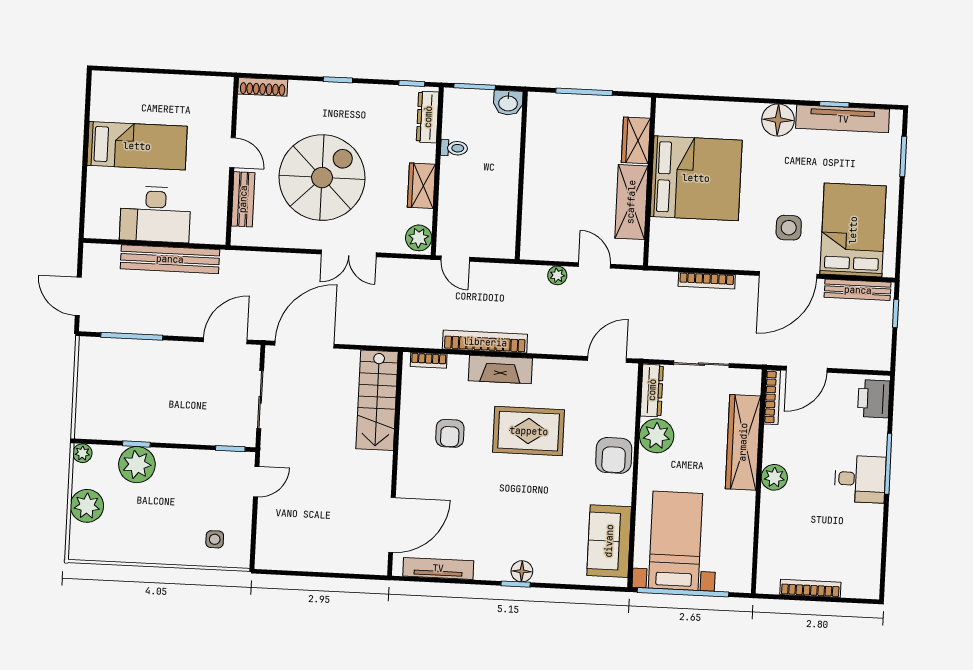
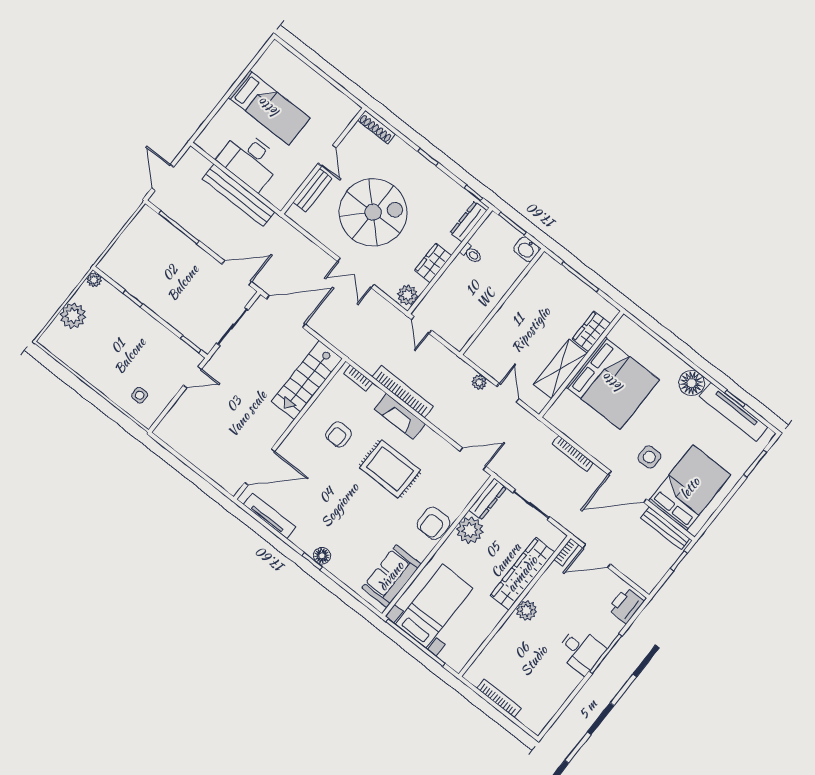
bookcase: (772, 397) -> (566, 552), width x0.64
plant: (137, 465) -> (124, 312), removed

